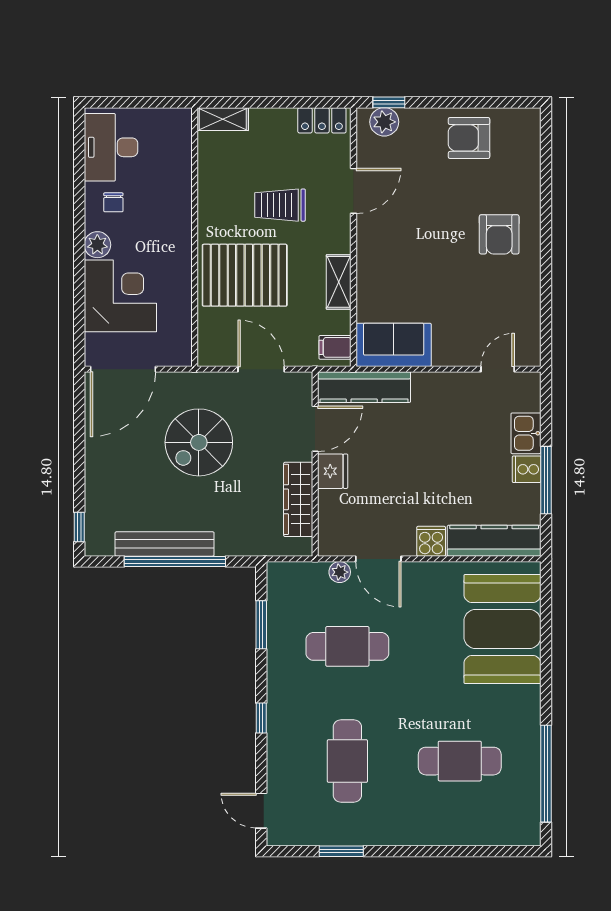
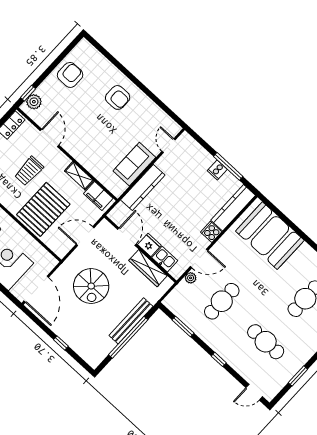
armchair: (469, 138) -> (70, 75), turned 180
sofa: (394, 345) -> (134, 164), moved
filing cabinet: (335, 347) -> (98, 196), width x2.00
kitchen counter: (364, 387) -> (143, 188), moved
kitchen sink: (526, 433) -> (165, 259), moved, turned 180
window: (79, 527) -> (61, 343), moved
bench: (165, 544) -> (131, 321), moved

